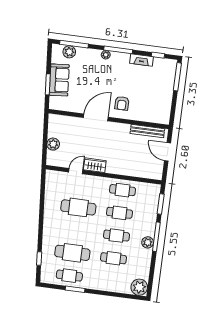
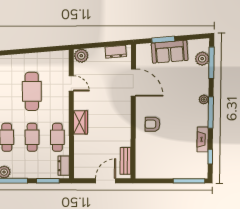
door: (96, 117) -> (133, 83), moved
dresser: (53, 128) -> (116, 52), added
bench: (147, 131) -> (125, 161), width x0.73
plant: (53, 144) -> (81, 56), moved
wardrobe: (95, 165) -> (81, 122), moved
dresser: (149, 188) -> (64, 166), added

